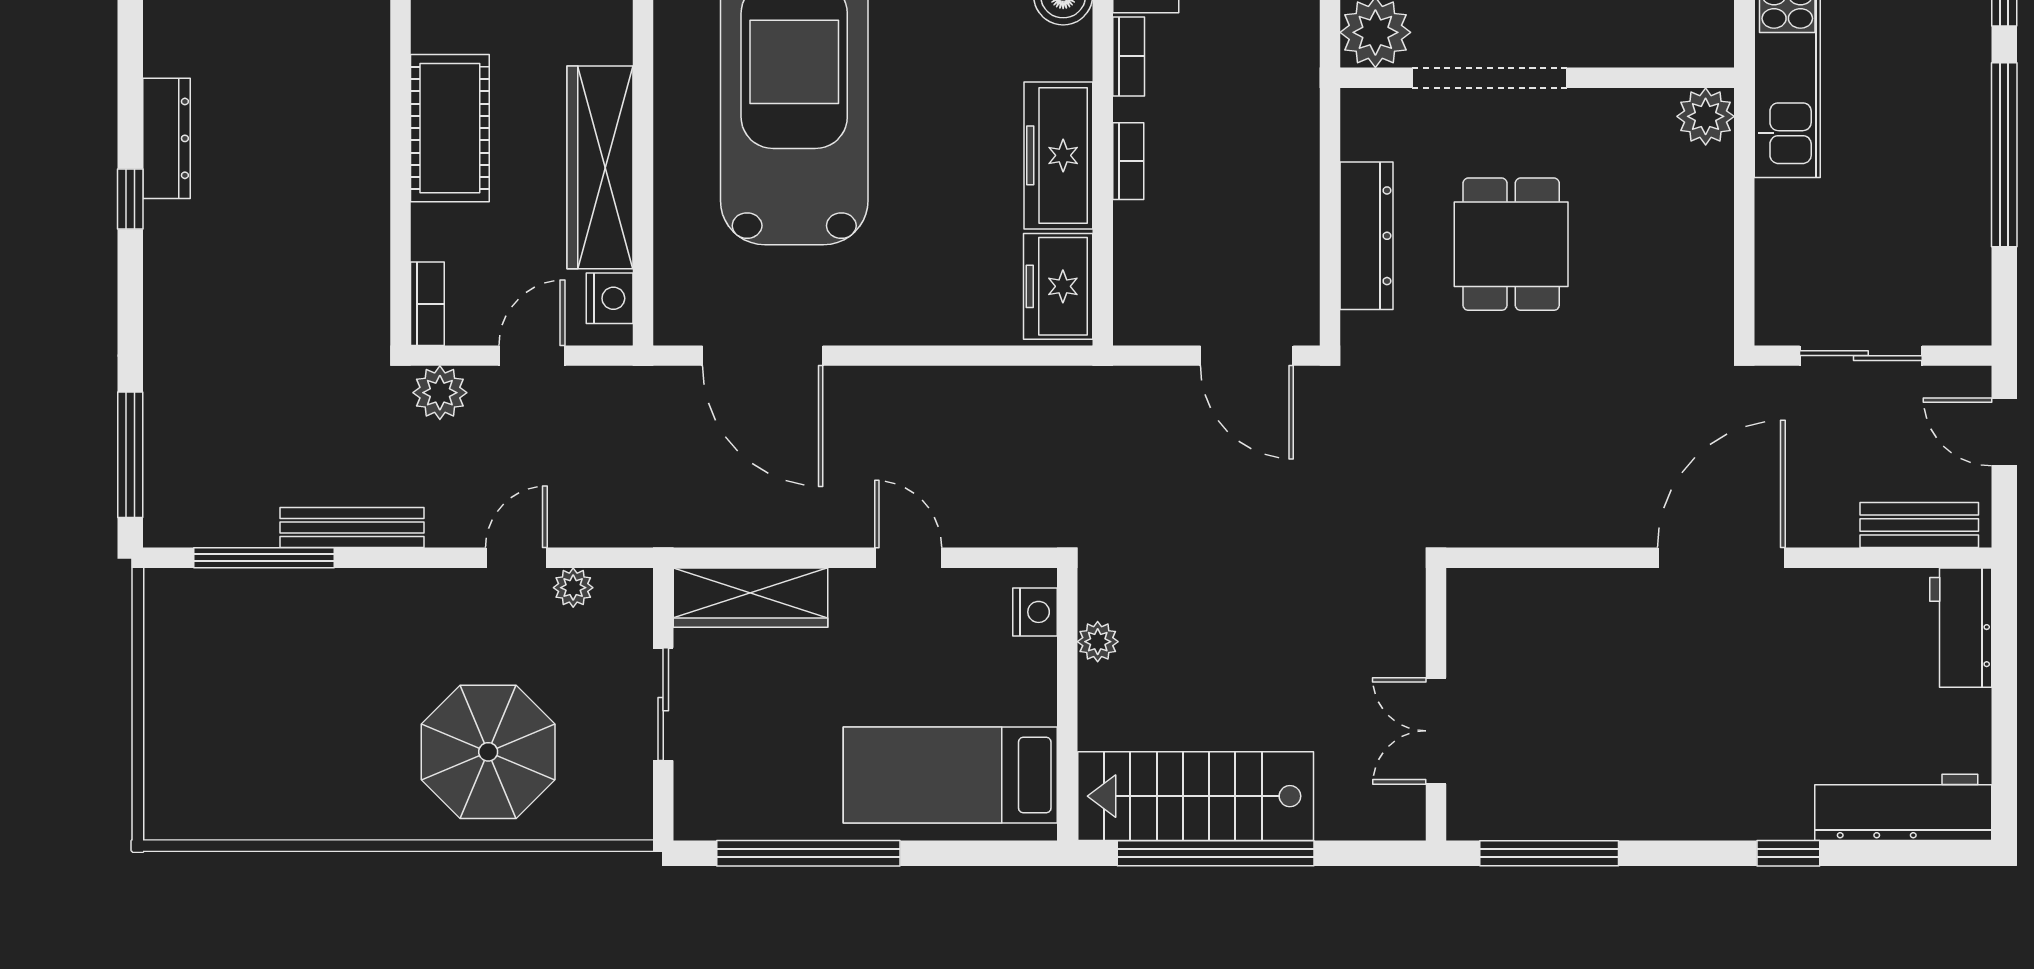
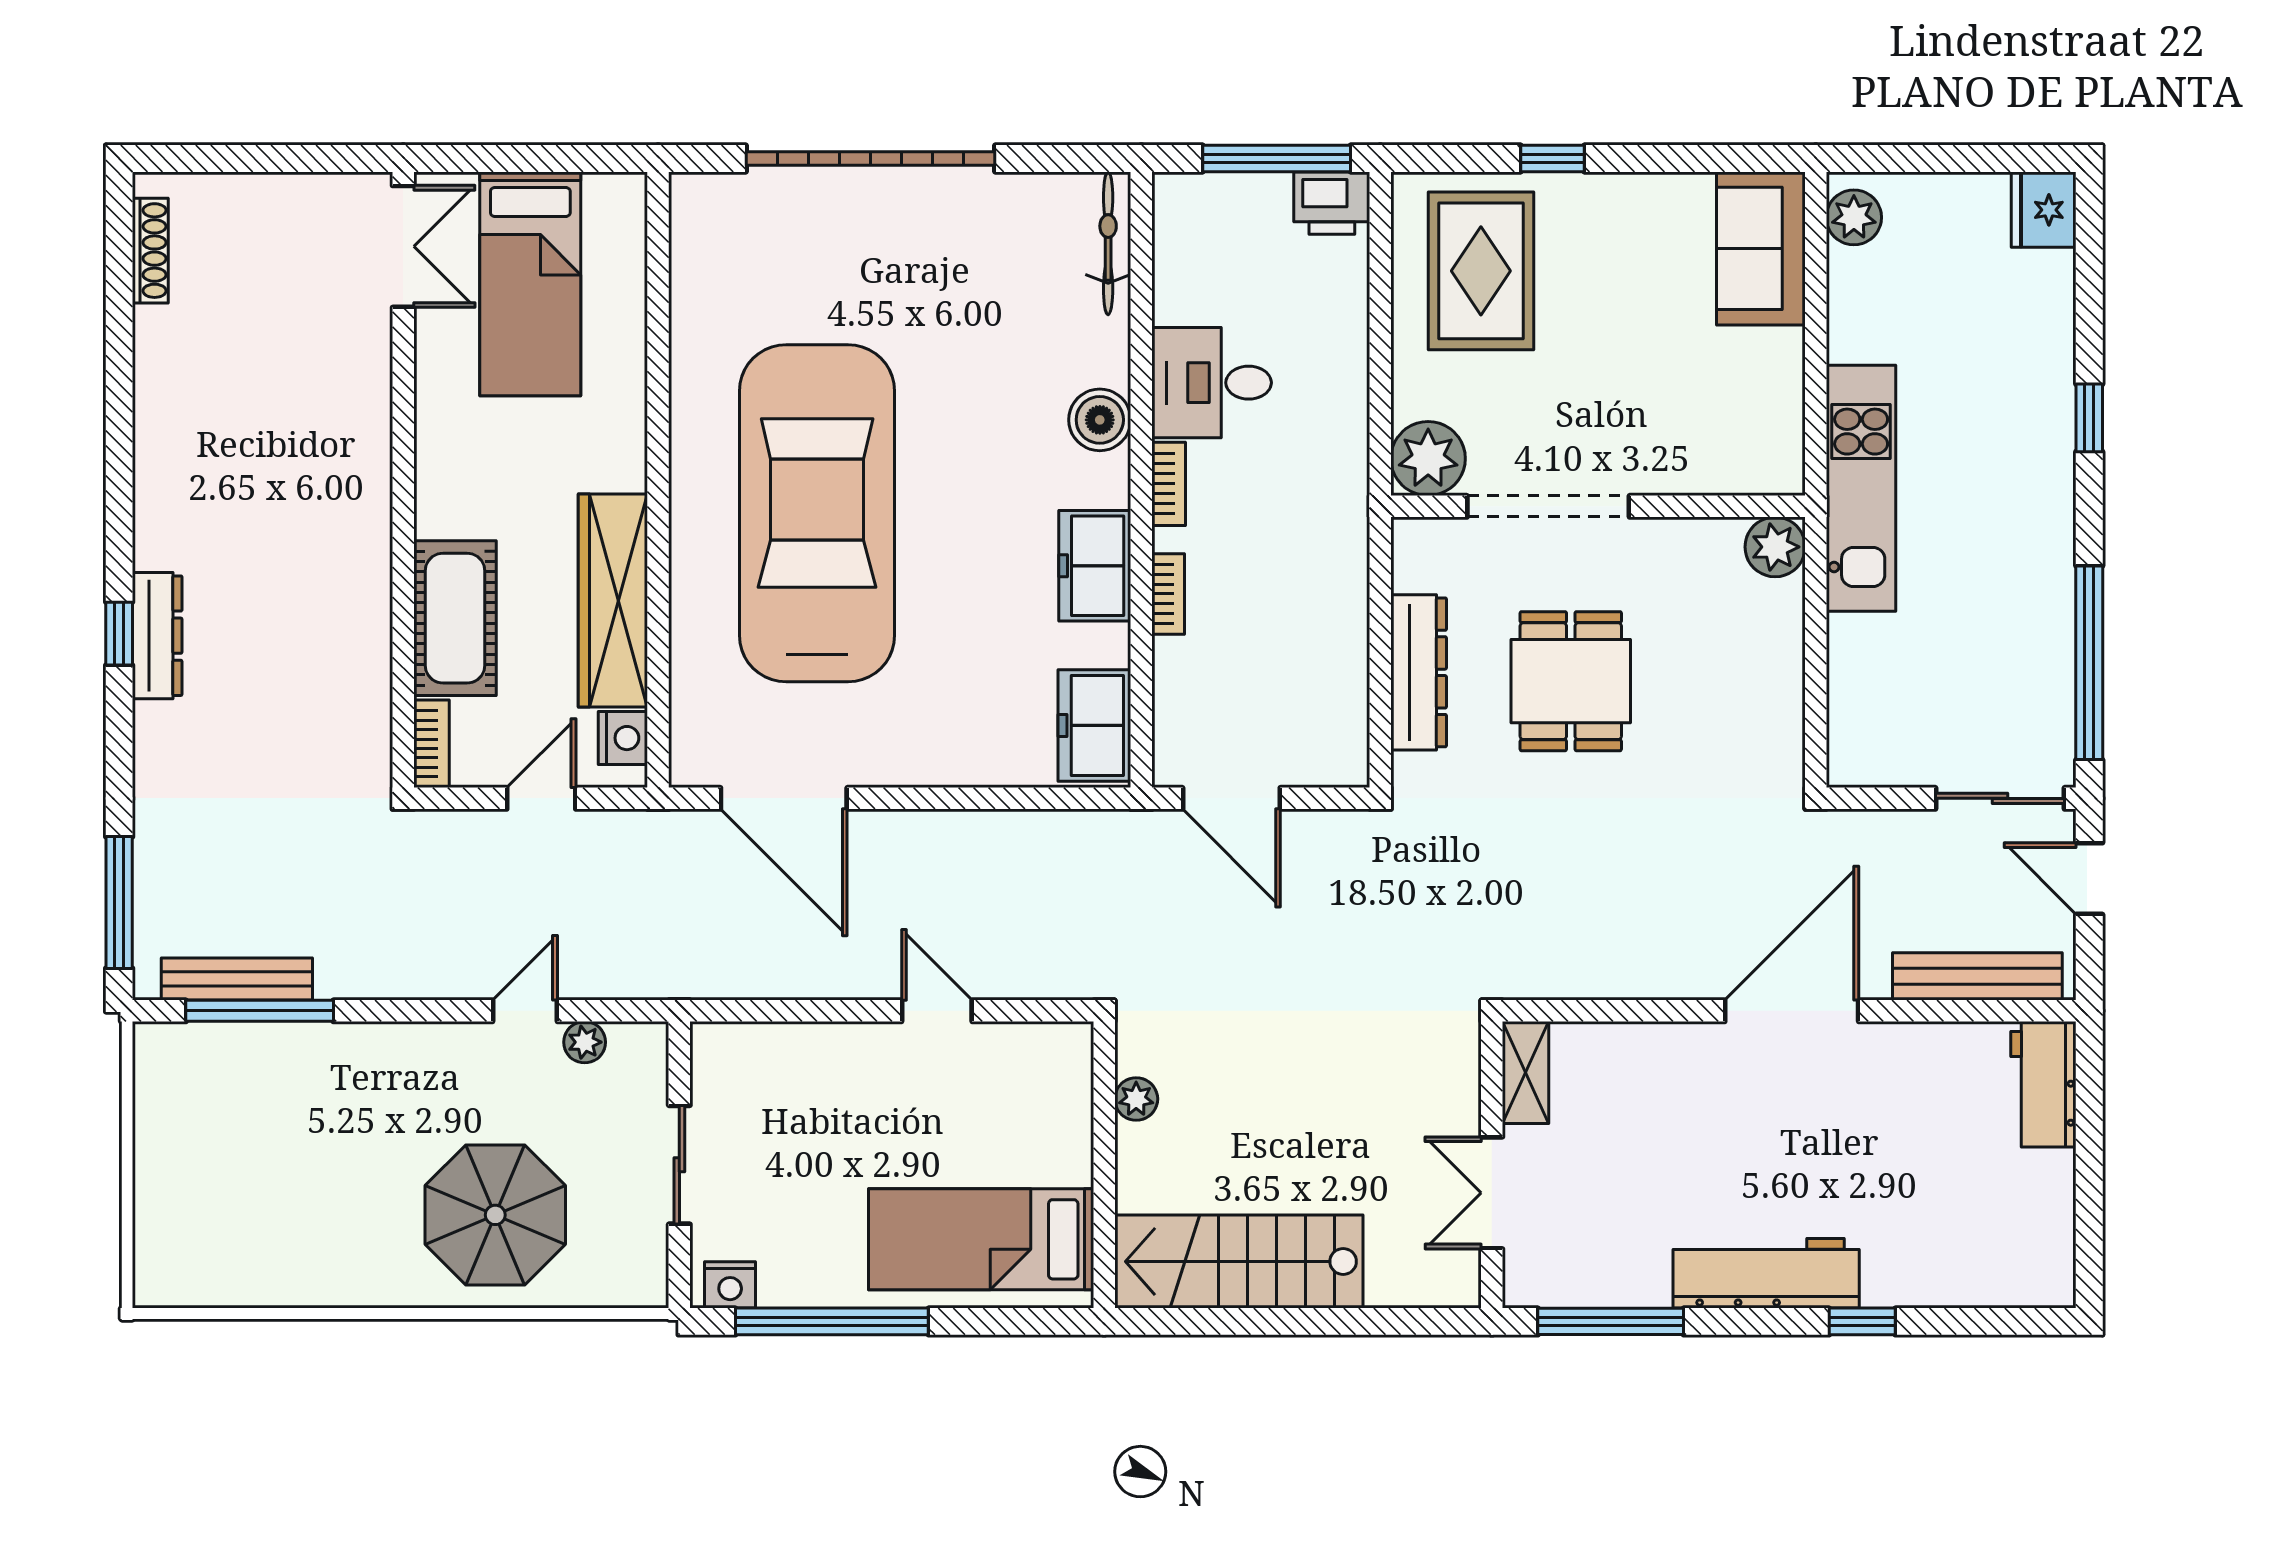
cot: (450, 128) -> (455, 618), moved
dresser: (167, 138) -> (157, 636), moved
freezer: (1058, 155) -> (1095, 566), width x0.71
window: (2004, 155) -> (2089, 663), moved
door: (1247, 356) -> (1231, 798), moved
sliding door: (1861, 356) -> (2000, 798), moved
plant: (440, 393) -> (445, 837), removed
bench: (1919, 525) -> (1977, 976), width x1.36
bench: (352, 527) -> (237, 979), moved
wardrobe: (751, 598) -> (771, 1053), removed
nightstand: (1035, 612) -> (730, 1285), moved, turned 90
shelving: (1468, 616) -> (1525, 1073), added
workbench: (1903, 807) -> (1766, 1273), moved
window: (1216, 853) -> (1260, 1321), removed

